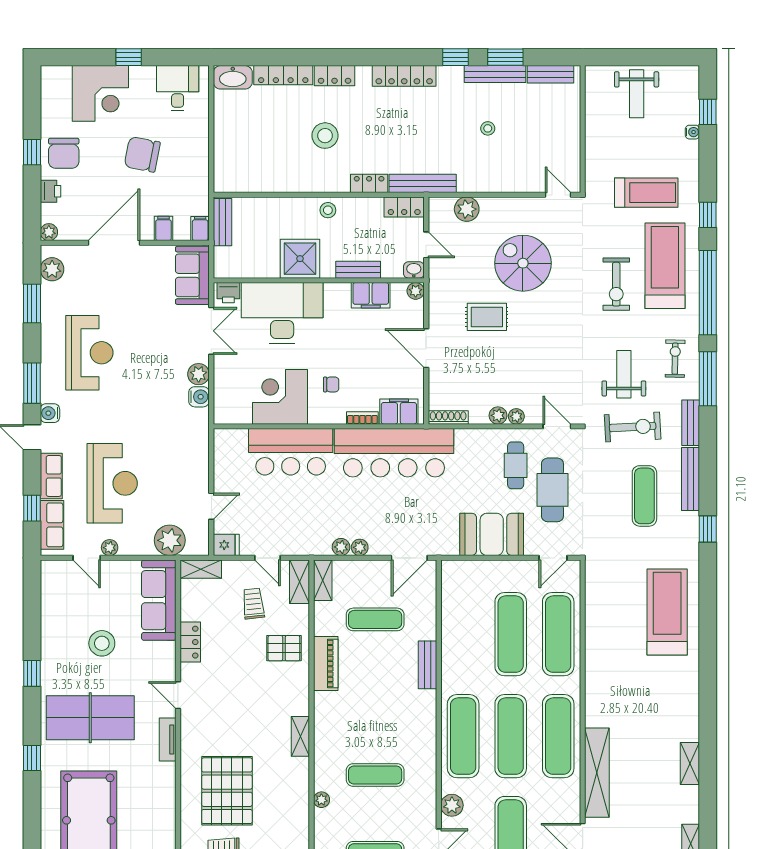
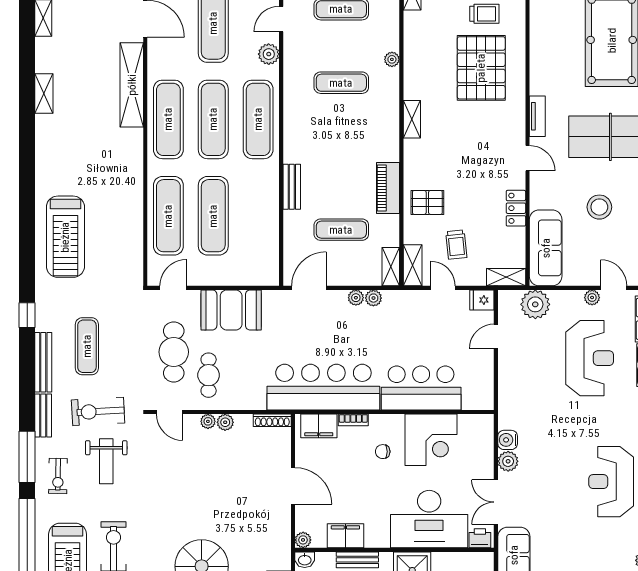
rug: (487, 317) -> (236, 515), removed
reception desk: (112, 483) -> (590, 358), turned 180

